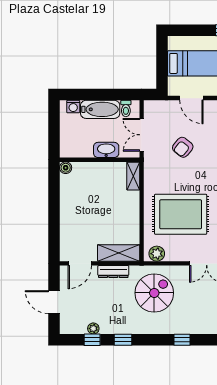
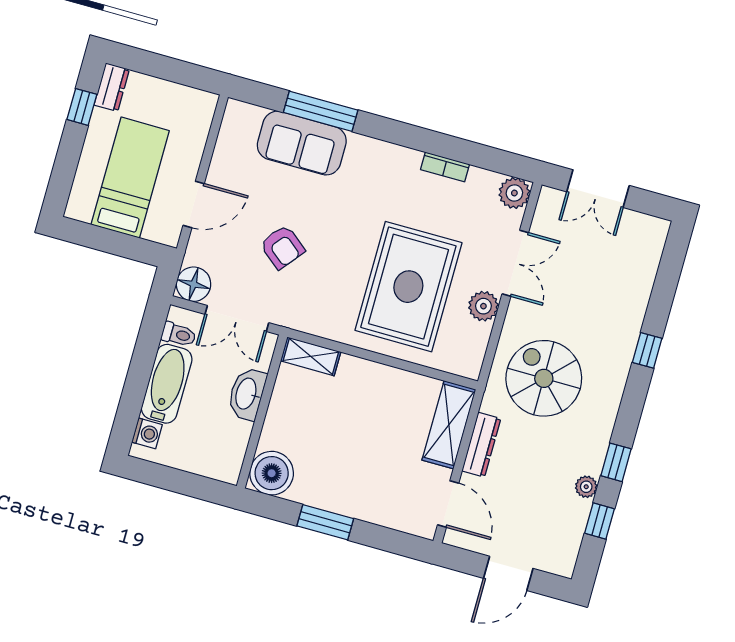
floor lamp: (152, 109) -> (194, 284), added
boiler: (66, 168) -> (272, 473), width x1.86, depth x1.86
window: (54, 206) -> (325, 522), added
plant: (157, 254) -> (483, 306), moved
plant: (93, 328) -> (586, 487), moved

